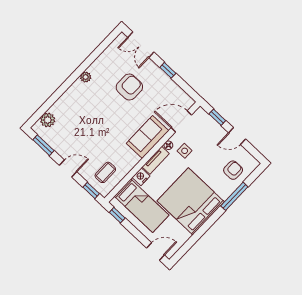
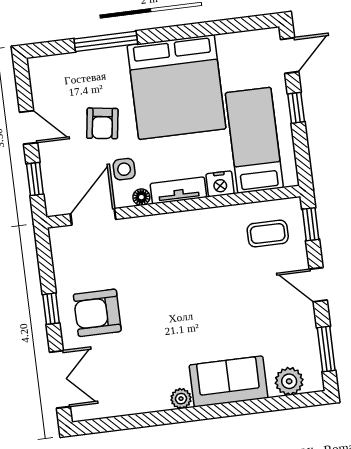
armchair: (129, 87) -> (97, 313), moved
door: (181, 121) -> (93, 217), swing flipped
sofa: (147, 137) -> (229, 381), moved, turned 180
armchair: (233, 170) -> (102, 123), moved, turned -82
window: (117, 215) -> (296, 108), moved
door: (155, 252) -> (290, 55), swing flipped

